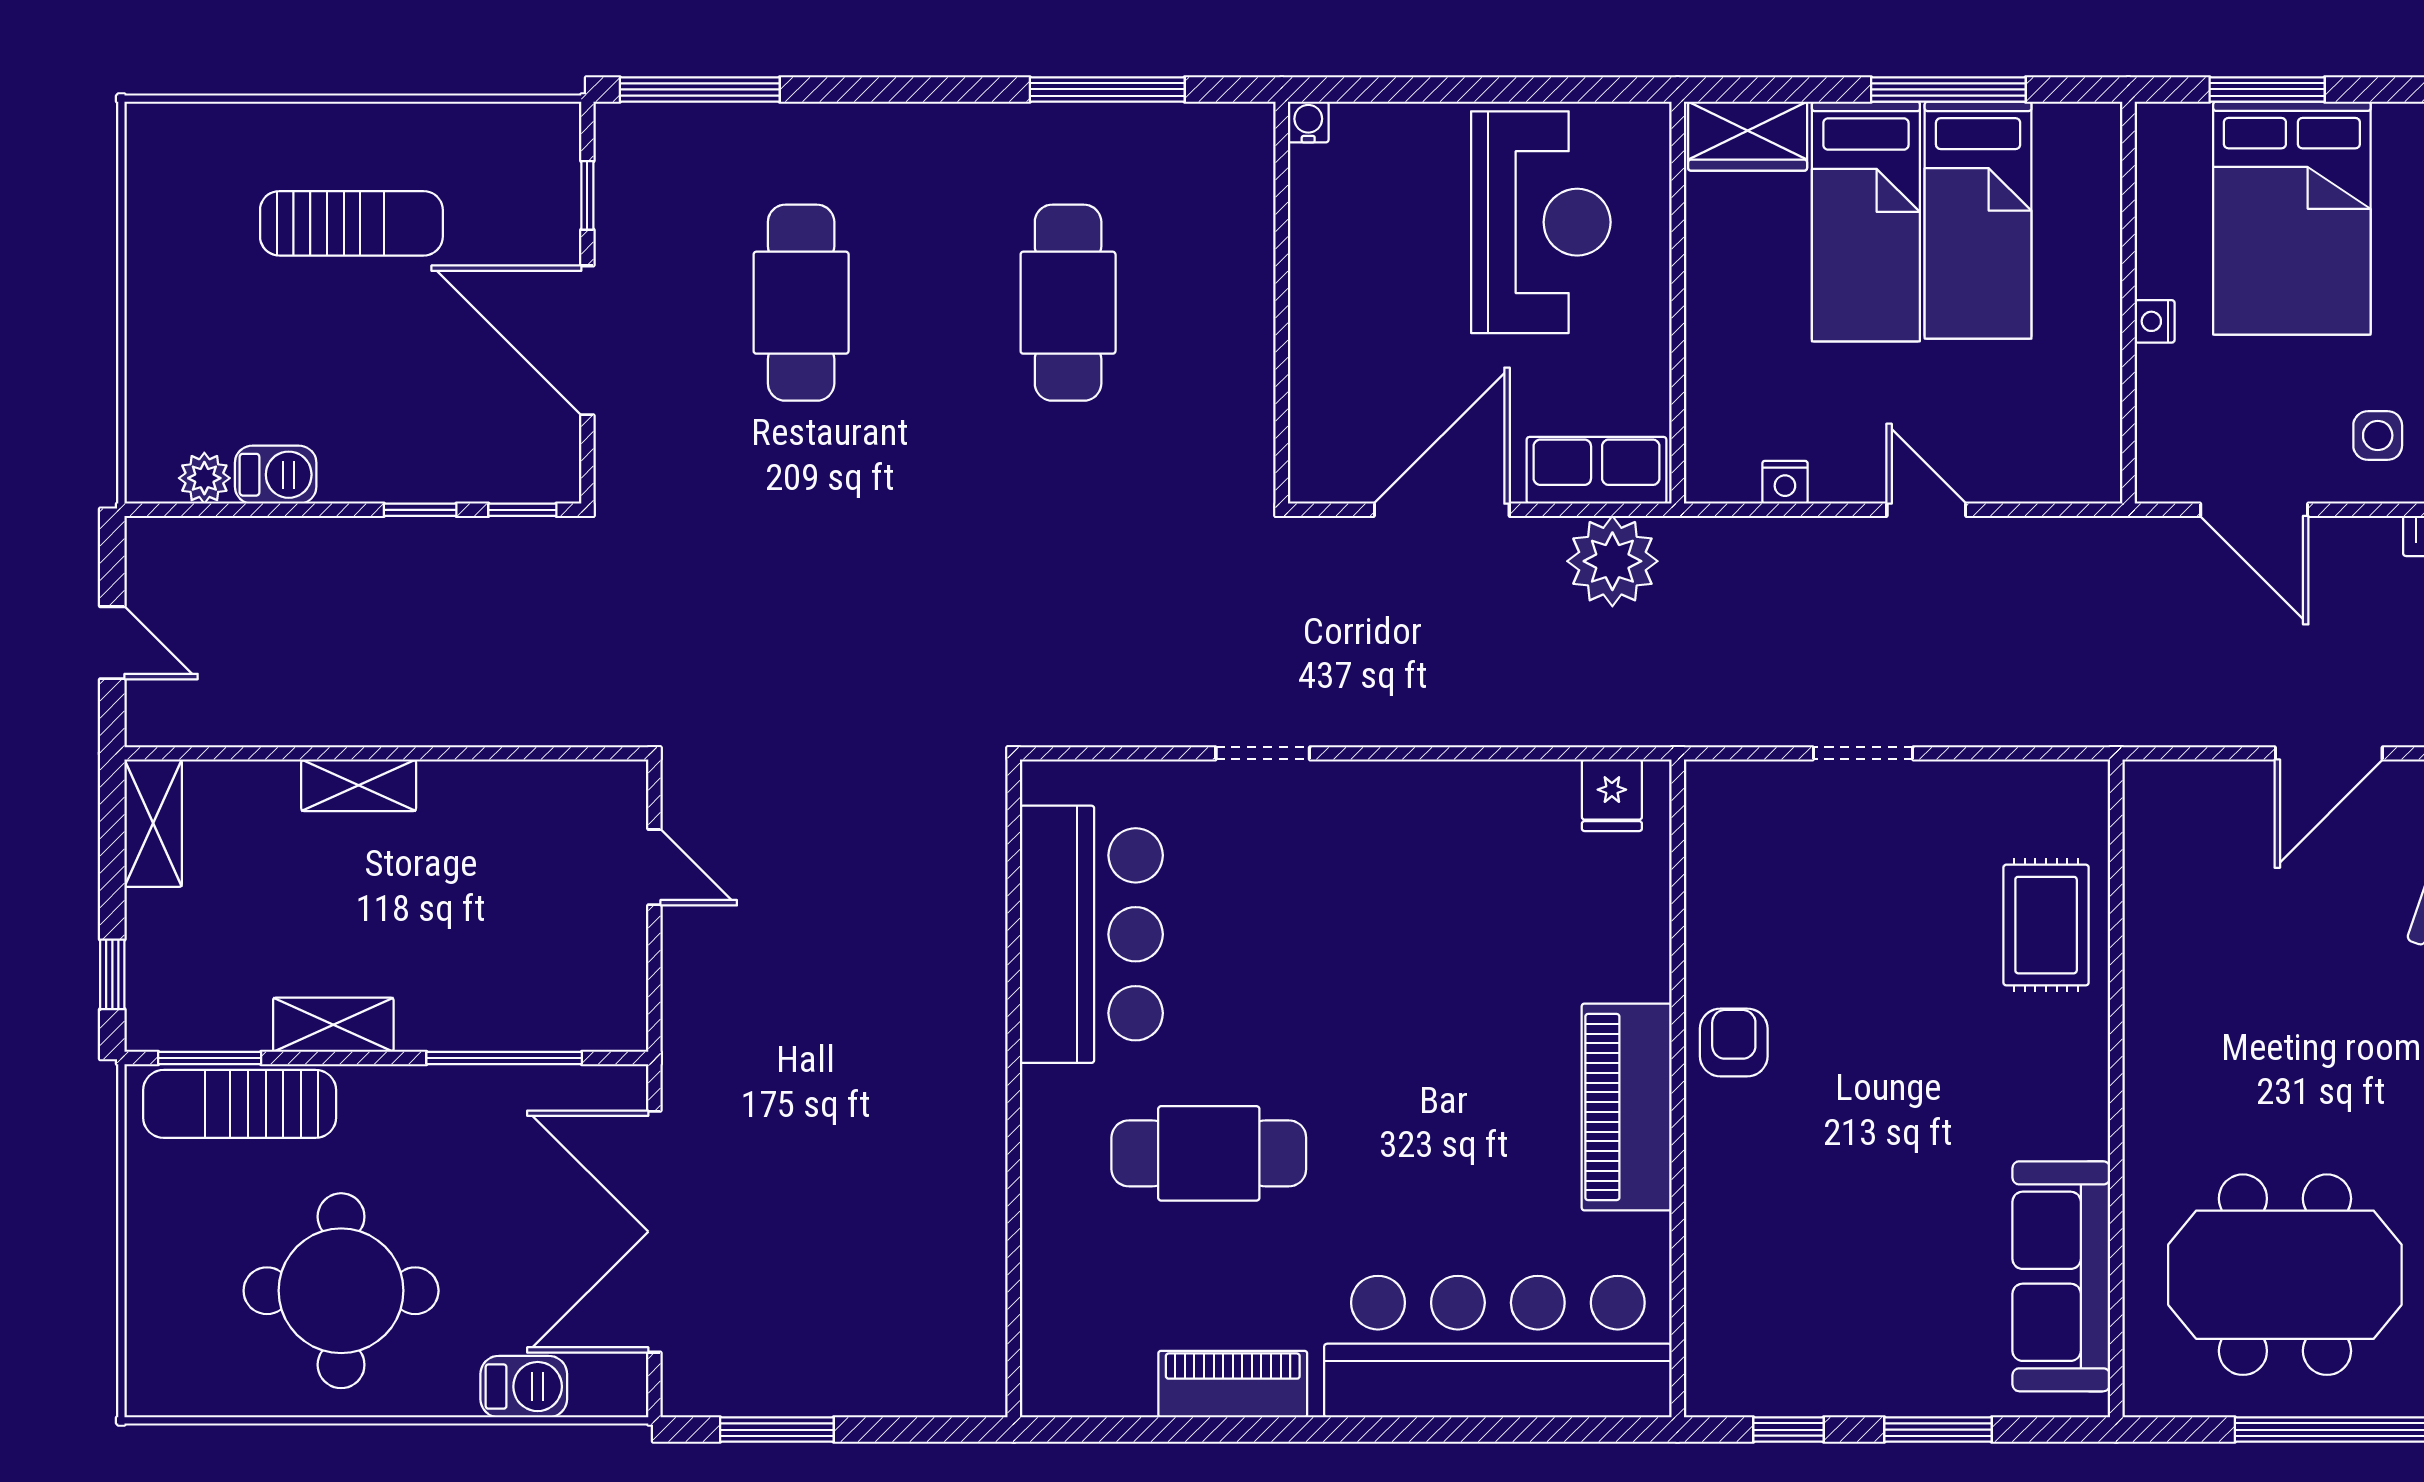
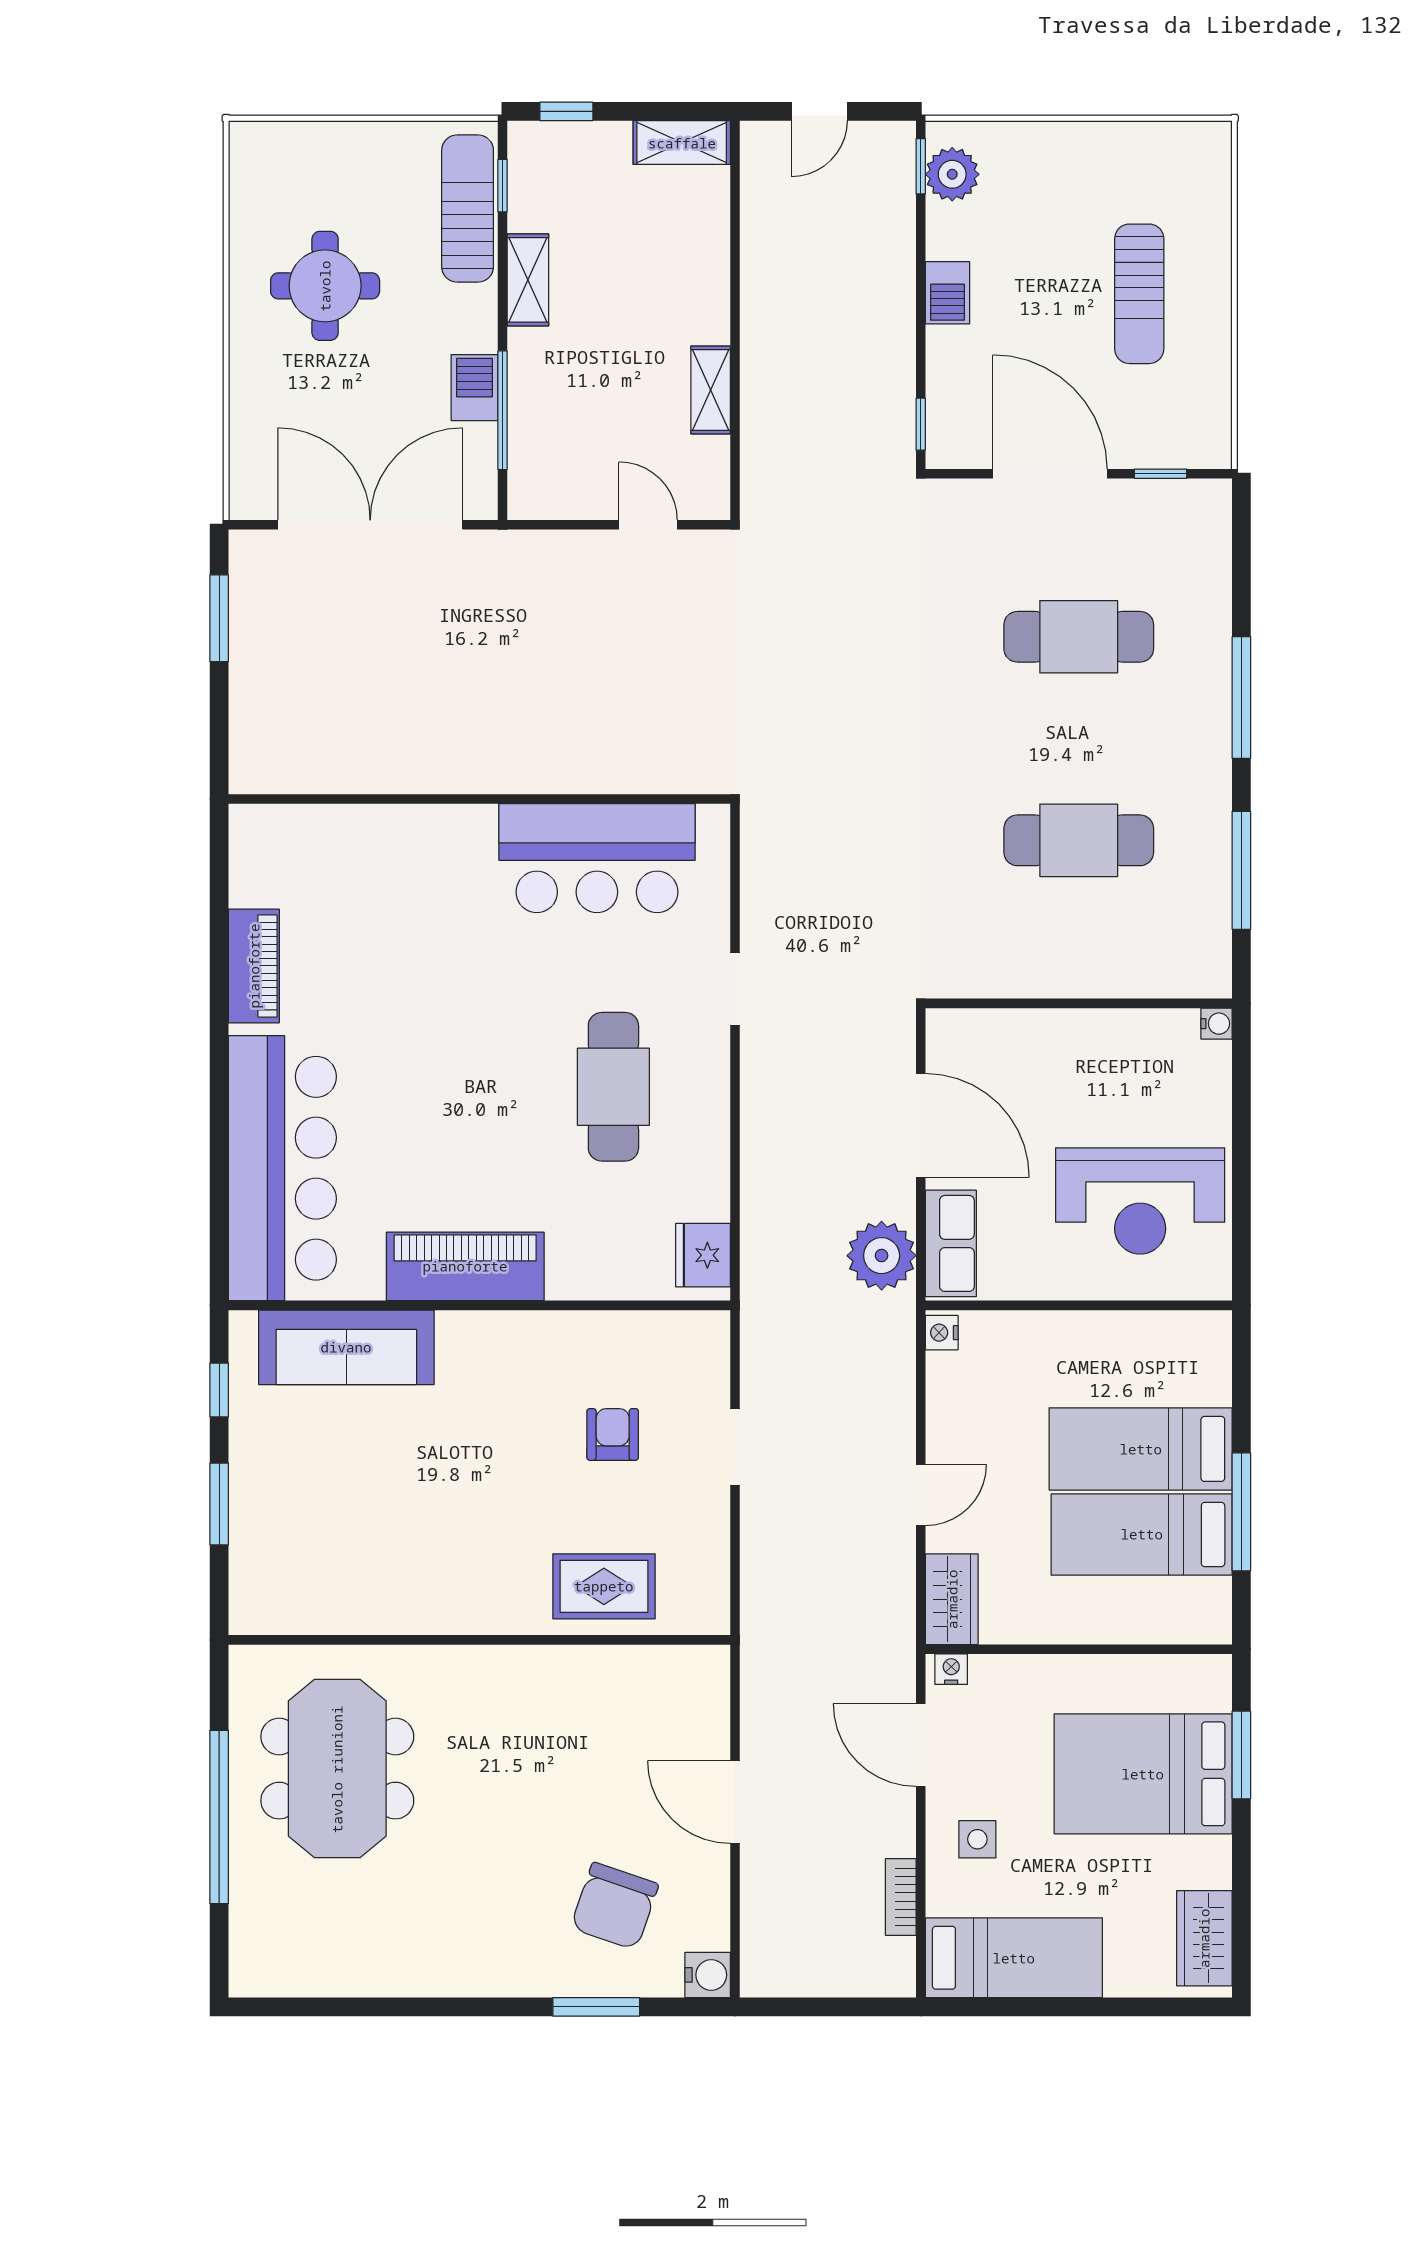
window: (700, 89) -> (1241, 698), moved
wardrobe: (1748, 136) -> (952, 1599), moved, turned 180
nightstand: (2155, 321) -> (951, 1669), moved
door: (587, 340) -> (1050, 474), hinge flipped
barbecue: (276, 475) -> (947, 293), moved
plant: (204, 478) -> (952, 174), width x1.38, depth x1.38
nightstand: (1785, 482) -> (942, 1333), moved
window: (420, 510) -> (921, 166), moved
door: (2254, 510) -> (921, 1745), hinge flipped
shelving: (359, 785) -> (711, 390), moved
fridge: (1612, 795) -> (703, 1255), width x1.38
door: (654, 867) -> (648, 525), swing flipped
armchair: (1734, 1042) -> (613, 1434), moved, turned -90
window: (210, 1058) -> (503, 186), width x0.67
cafe table: (1209, 1153) -> (613, 1087), moved
sofa: (2061, 1276) -> (346, 1347), moved, turned 180
round table: (341, 1291) -> (325, 286), width x0.73, depth x0.73
barbecue: (524, 1387) -> (474, 388), moved, turned 180

